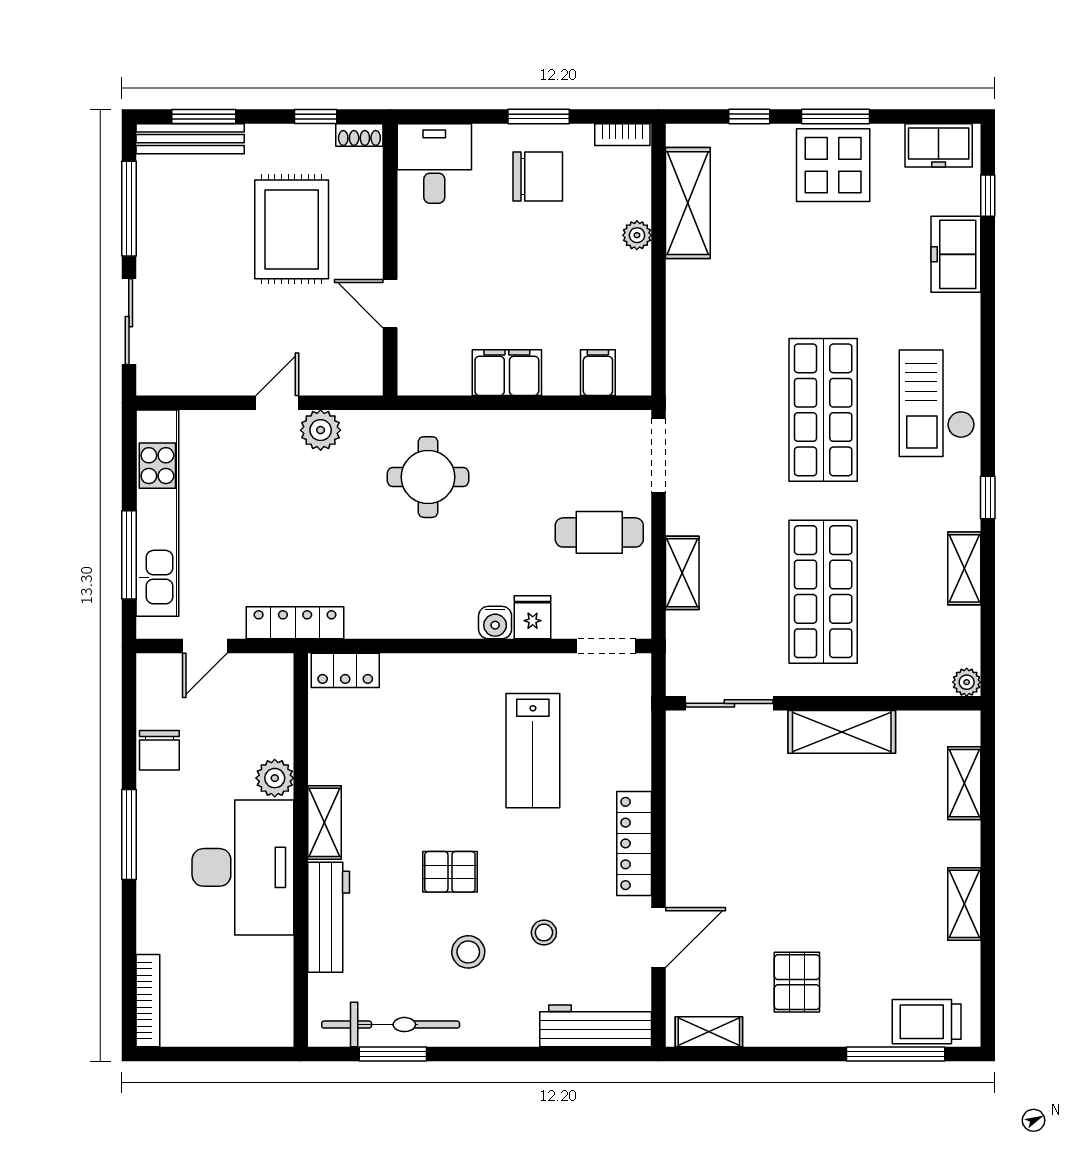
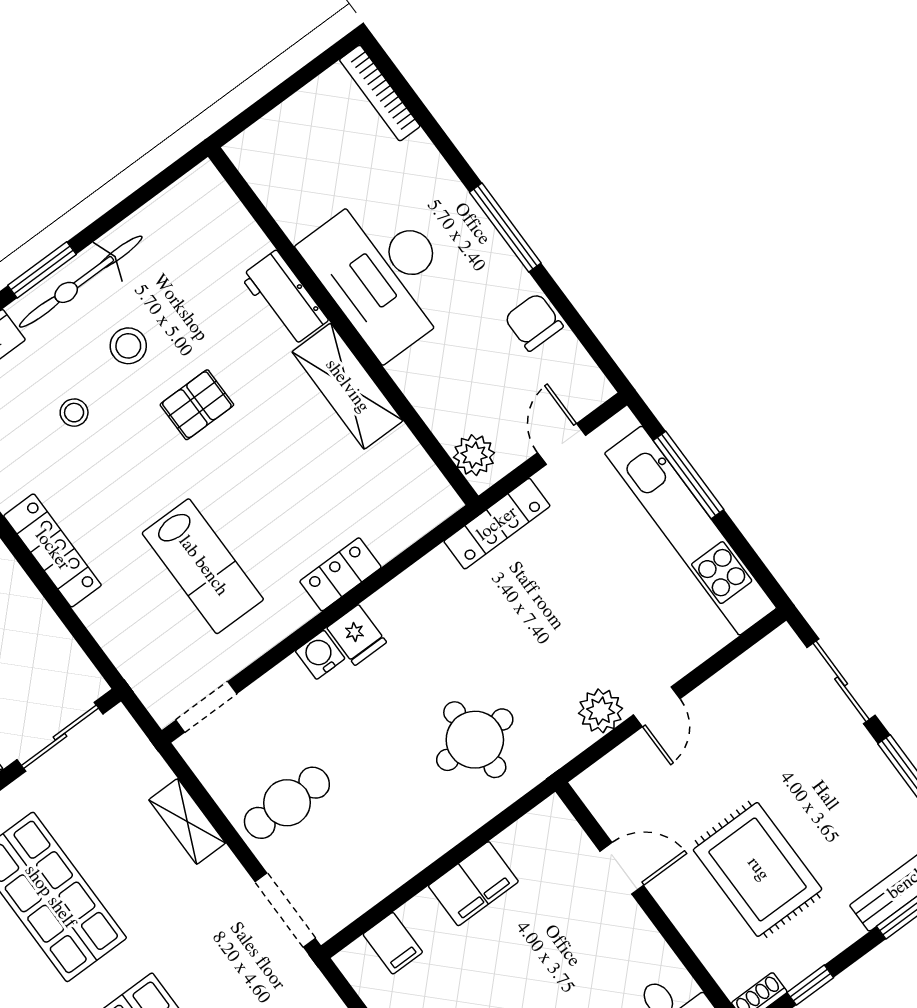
fridge: (533, 617) -> (357, 635), moved
locker: (345, 670) -> (340, 574), moved
lab bench: (533, 751) -> (203, 566), turned 180
plant: (275, 778) -> (474, 455), moved
shelving: (324, 822) -> (347, 386), width x1.50, depth x1.33
workbench: (329, 917) -> (284, 298), width x0.73
bicycle: (391, 1025) -> (81, 282), moved
window: (393, 1054) -> (42, 270), moved

